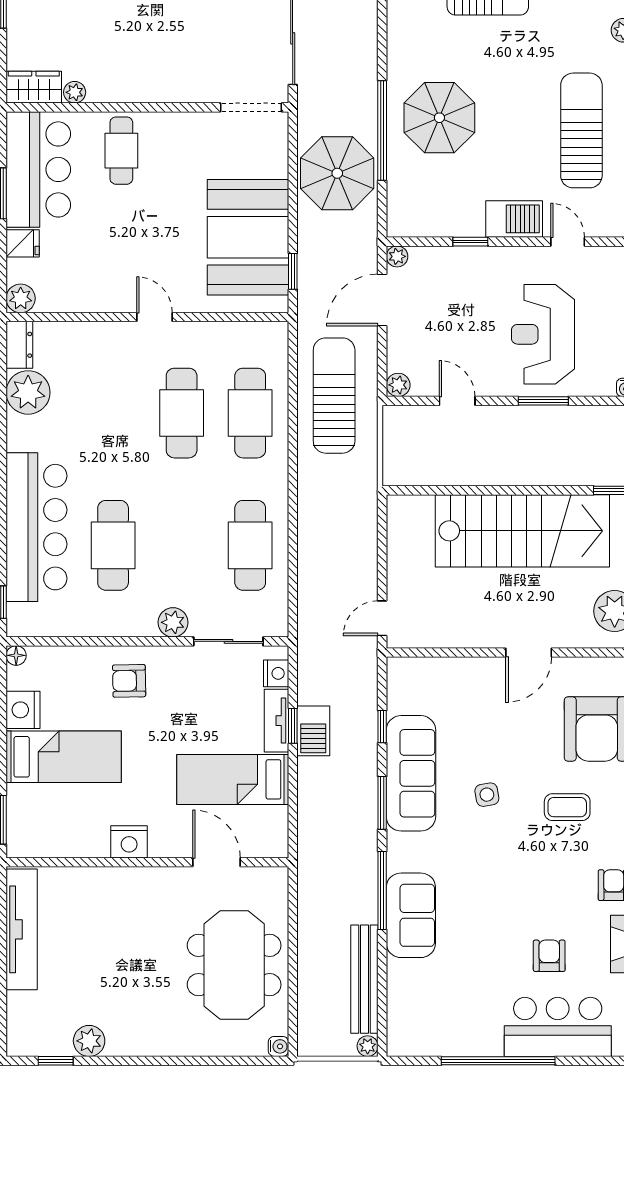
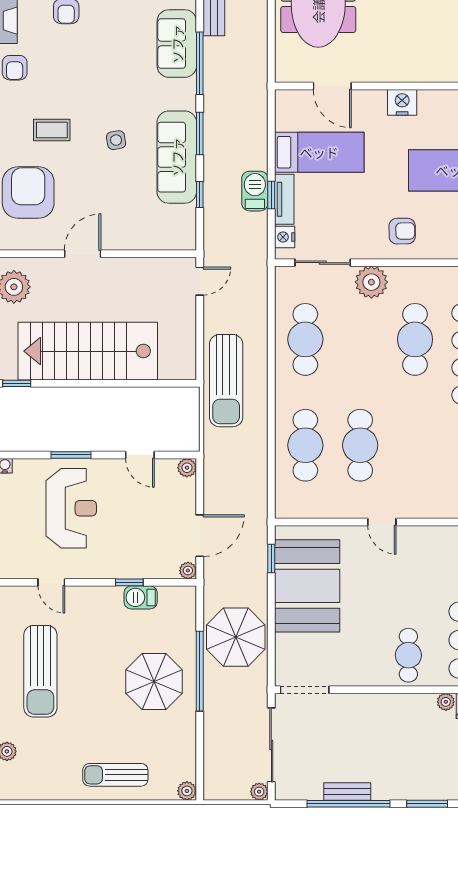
barbecue: (514, 219) -> (141, 597), moved, width x0.73, depth x0.79
sun lounger: (334, 396) -> (226, 381), moved
plant: (173, 622) -> (371, 282), width x1.36, depth x1.36

